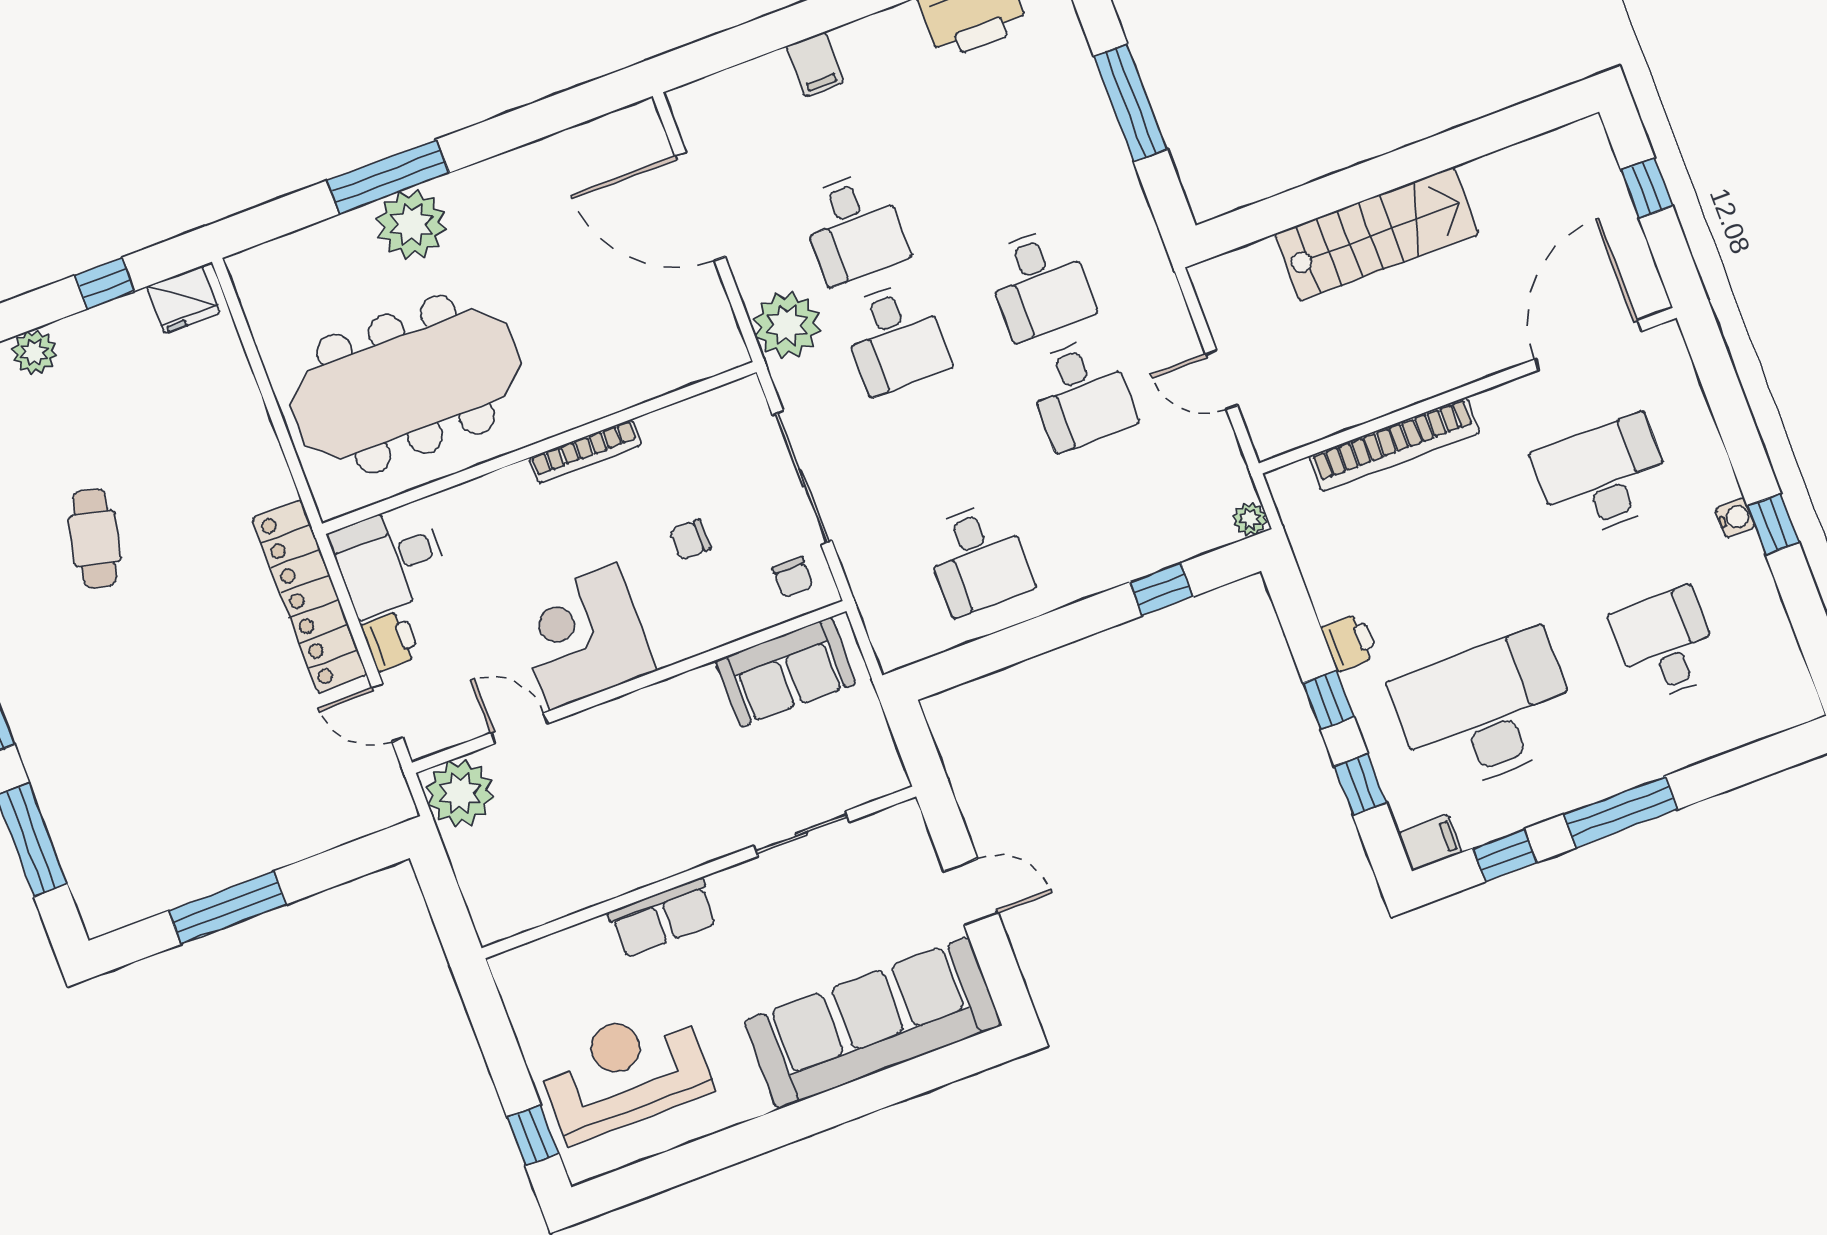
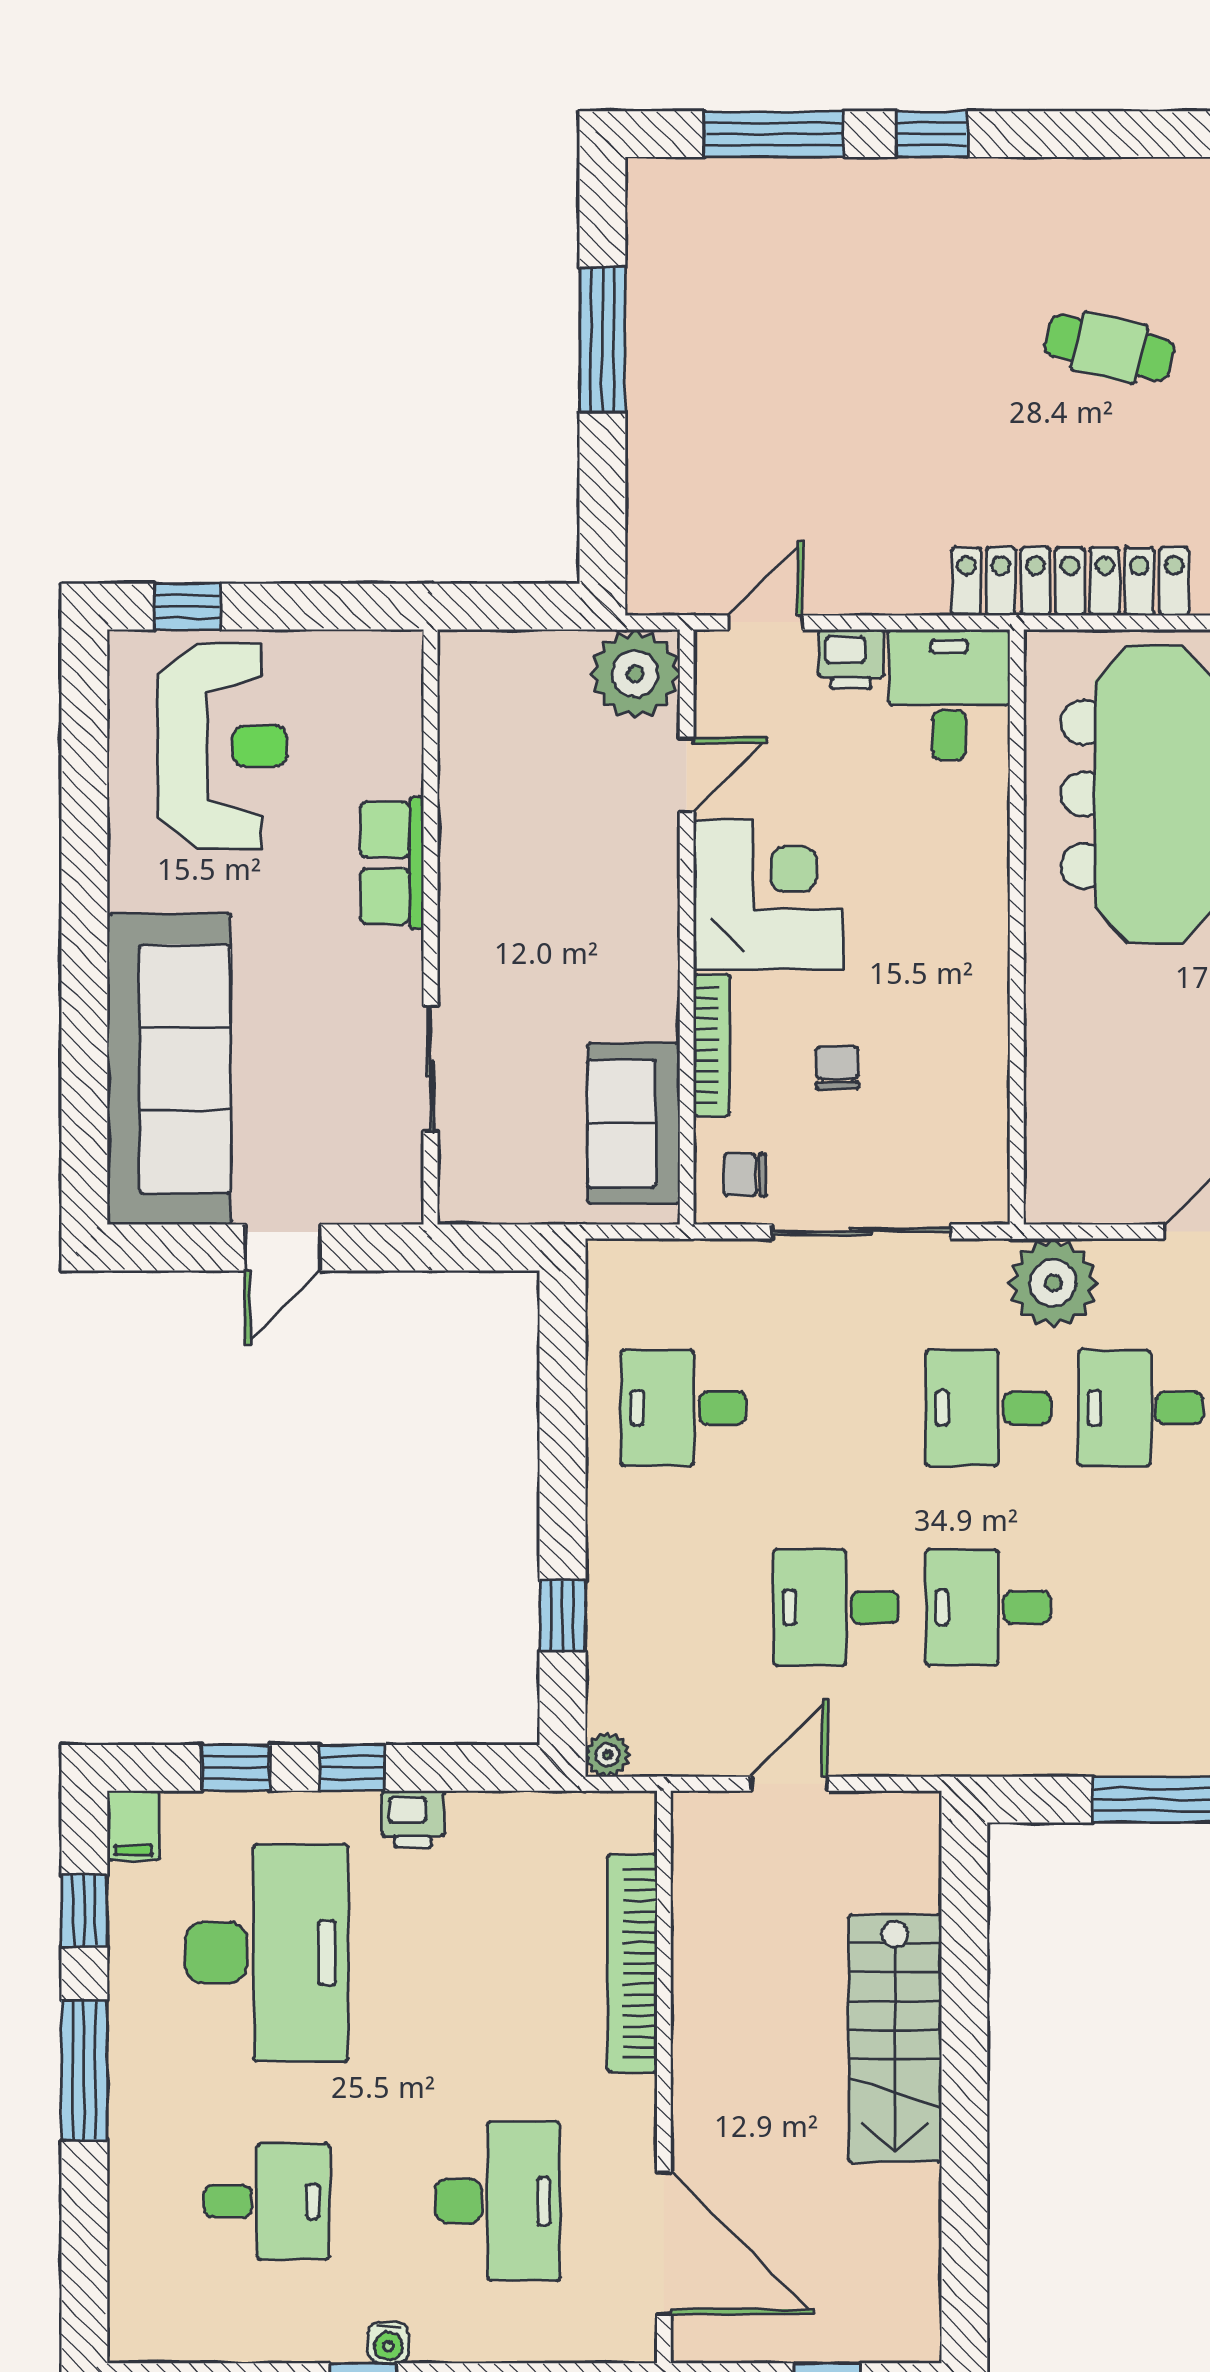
bookcase: (585, 451) -> (712, 1045), moved, turned 180
locker: (310, 596) -> (1070, 581), moved

